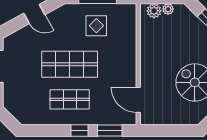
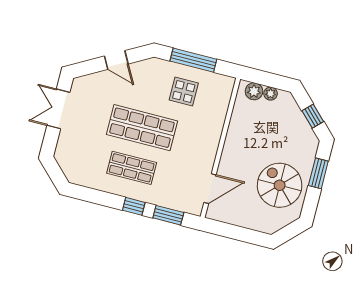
door: (138, 100) -> (210, 189), swing flipped

